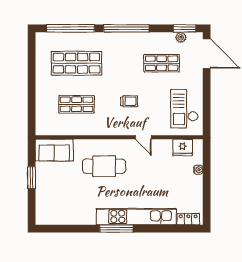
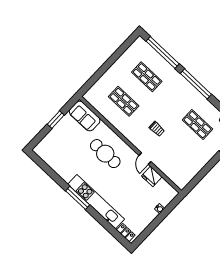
shop shelf: (77, 63) -> (147, 77), width x0.70, depth x0.74
checkout: (184, 109) -> (186, 164), removed
fridge: (183, 148) -> (152, 176), moved

